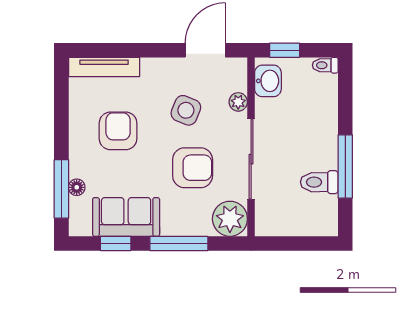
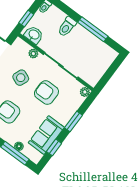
armchair: (193, 168) -> (46, 93), turned -90
toilet: (319, 182) -> (67, 27), moved
plant: (230, 219) -> (85, 92), width x0.53, depth x0.53
window: (179, 243) -> (73, 121), width x0.69

